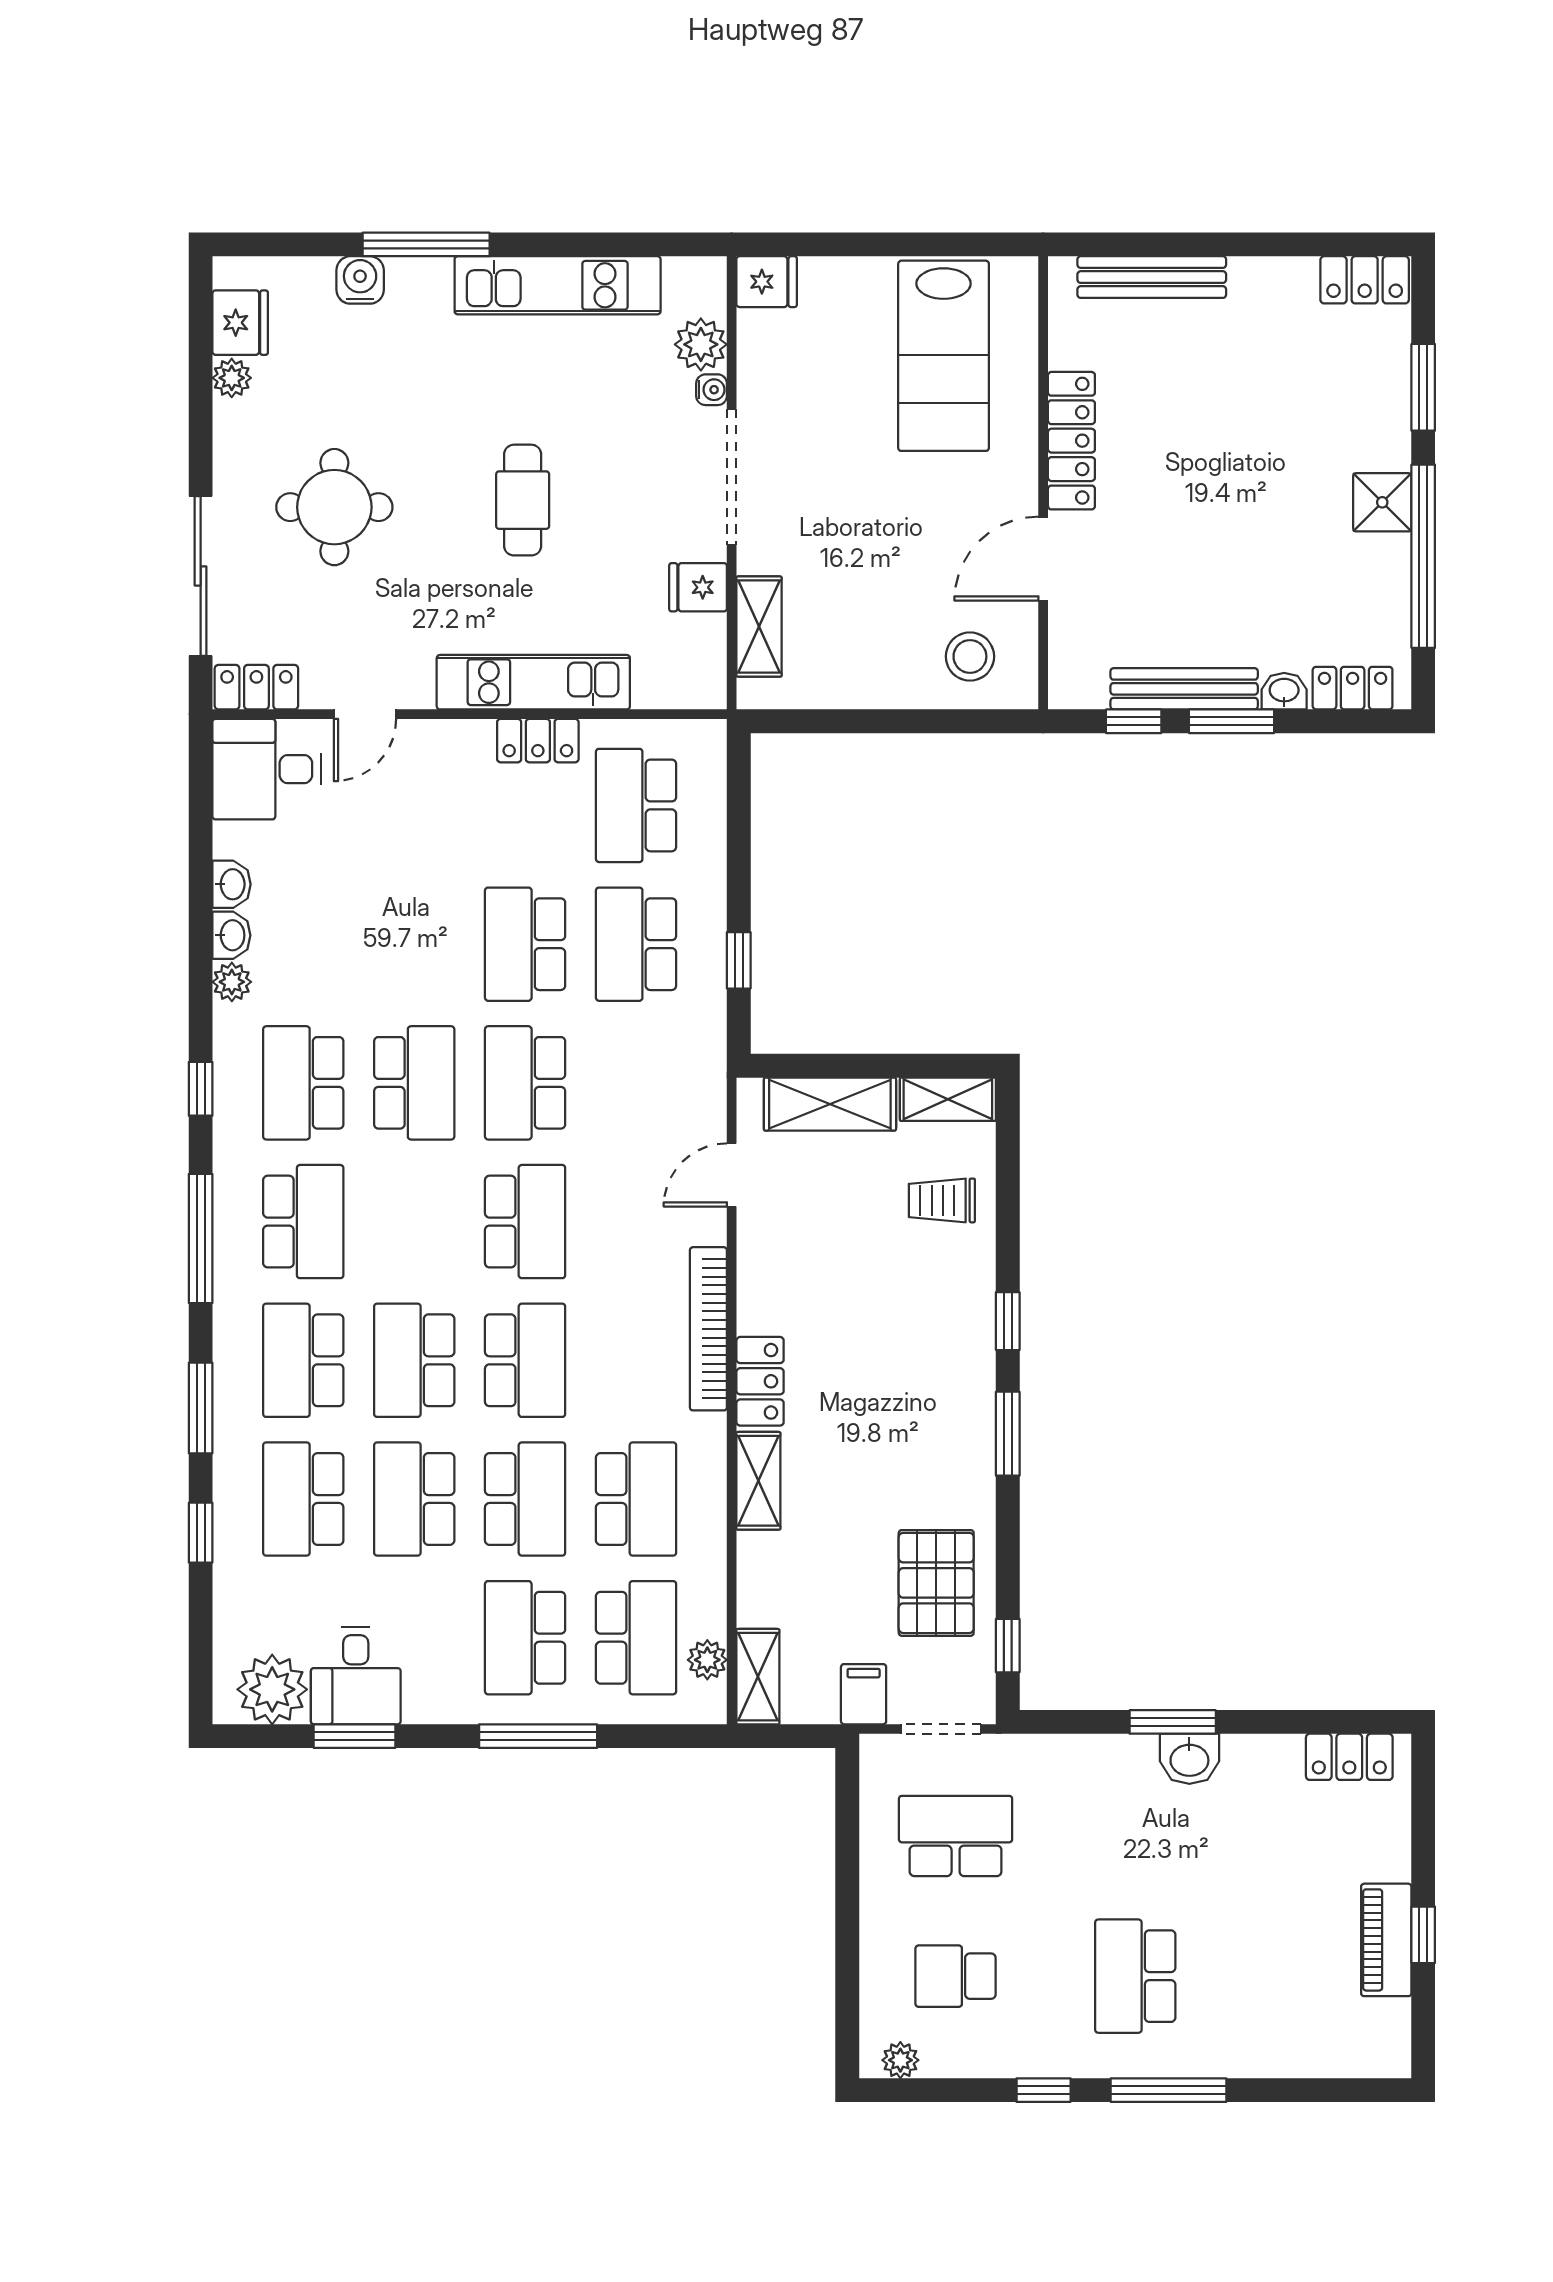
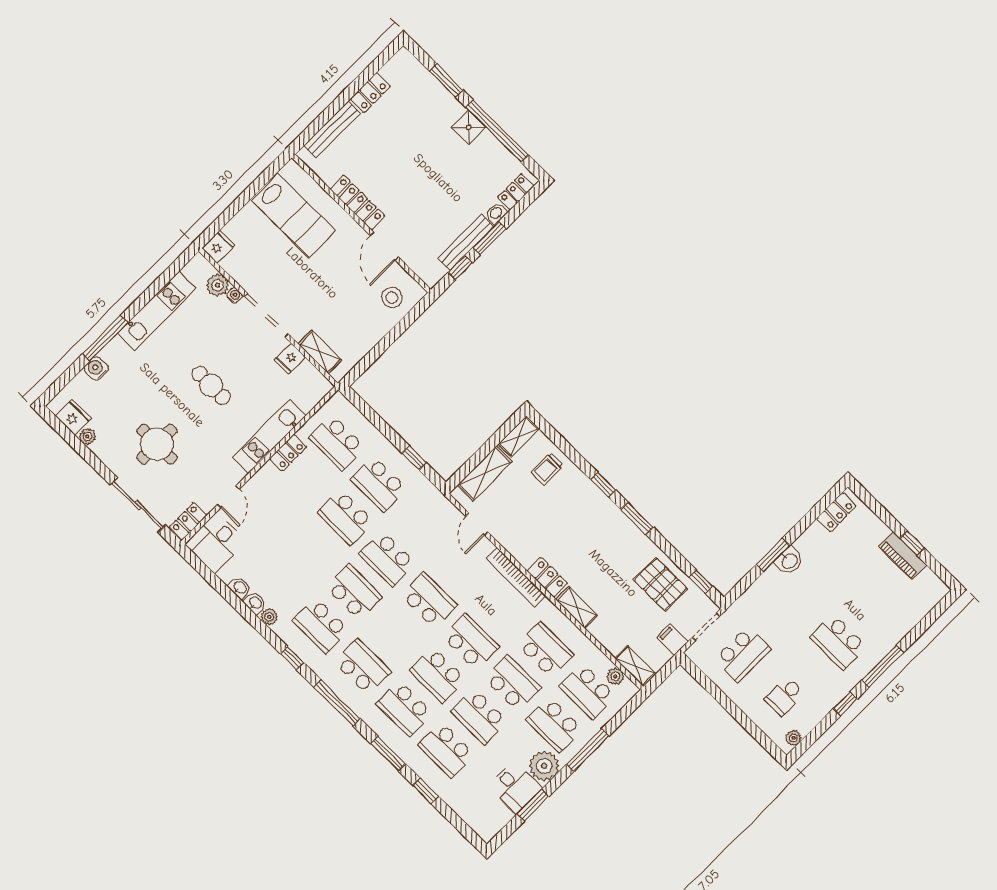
locker: (1365, 280) -> (370, 93), moved
school desk: (636, 1638) -> (587, 691), turned 180
plant: (272, 1689) -> (544, 766), moved
school desk: (956, 1836) -> (743, 654), turned 180

